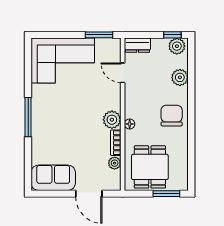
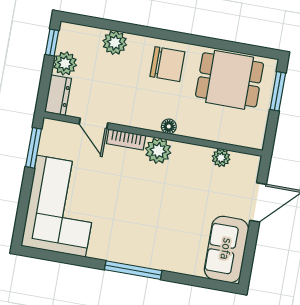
plant: (177, 46) -> (65, 63), moved
door: (123, 73) -> (94, 123), hinge flipped
chair: (172, 116) -> (167, 64), turned 180
bookcase: (116, 143) -> (126, 139), moved
dining table: (150, 167) -> (230, 80), moved

